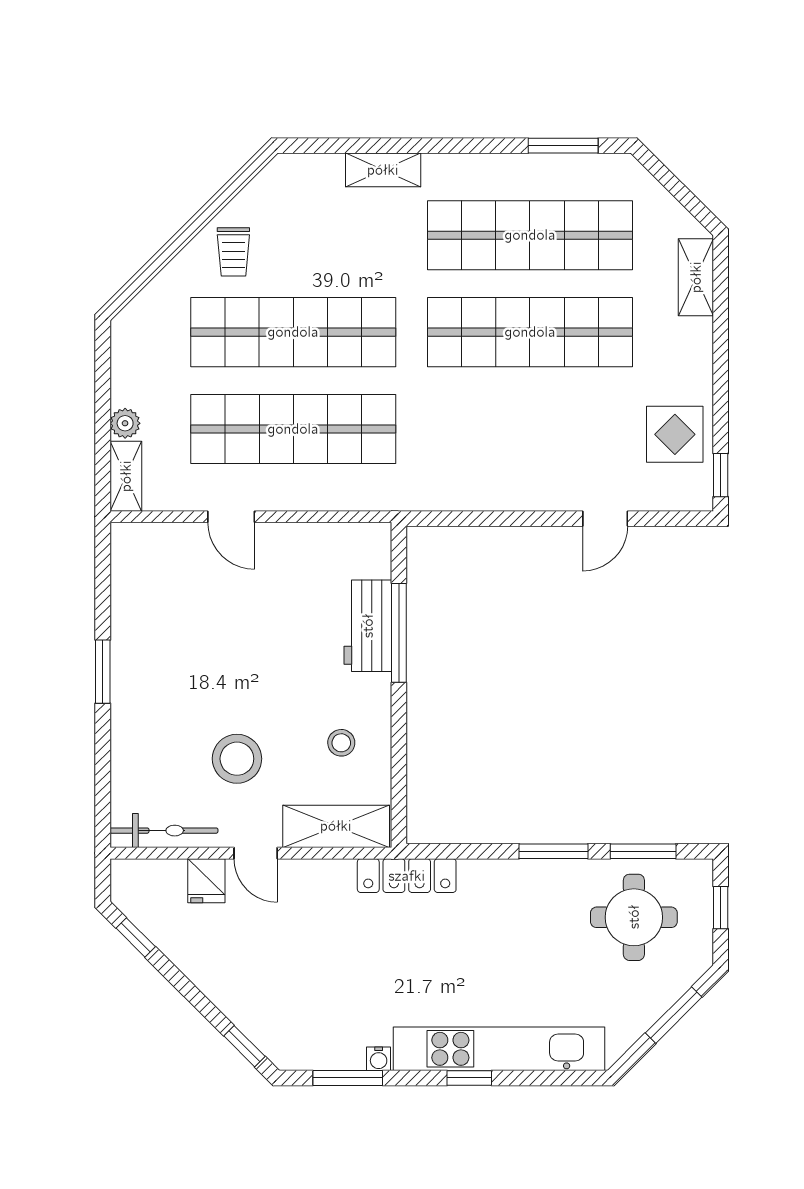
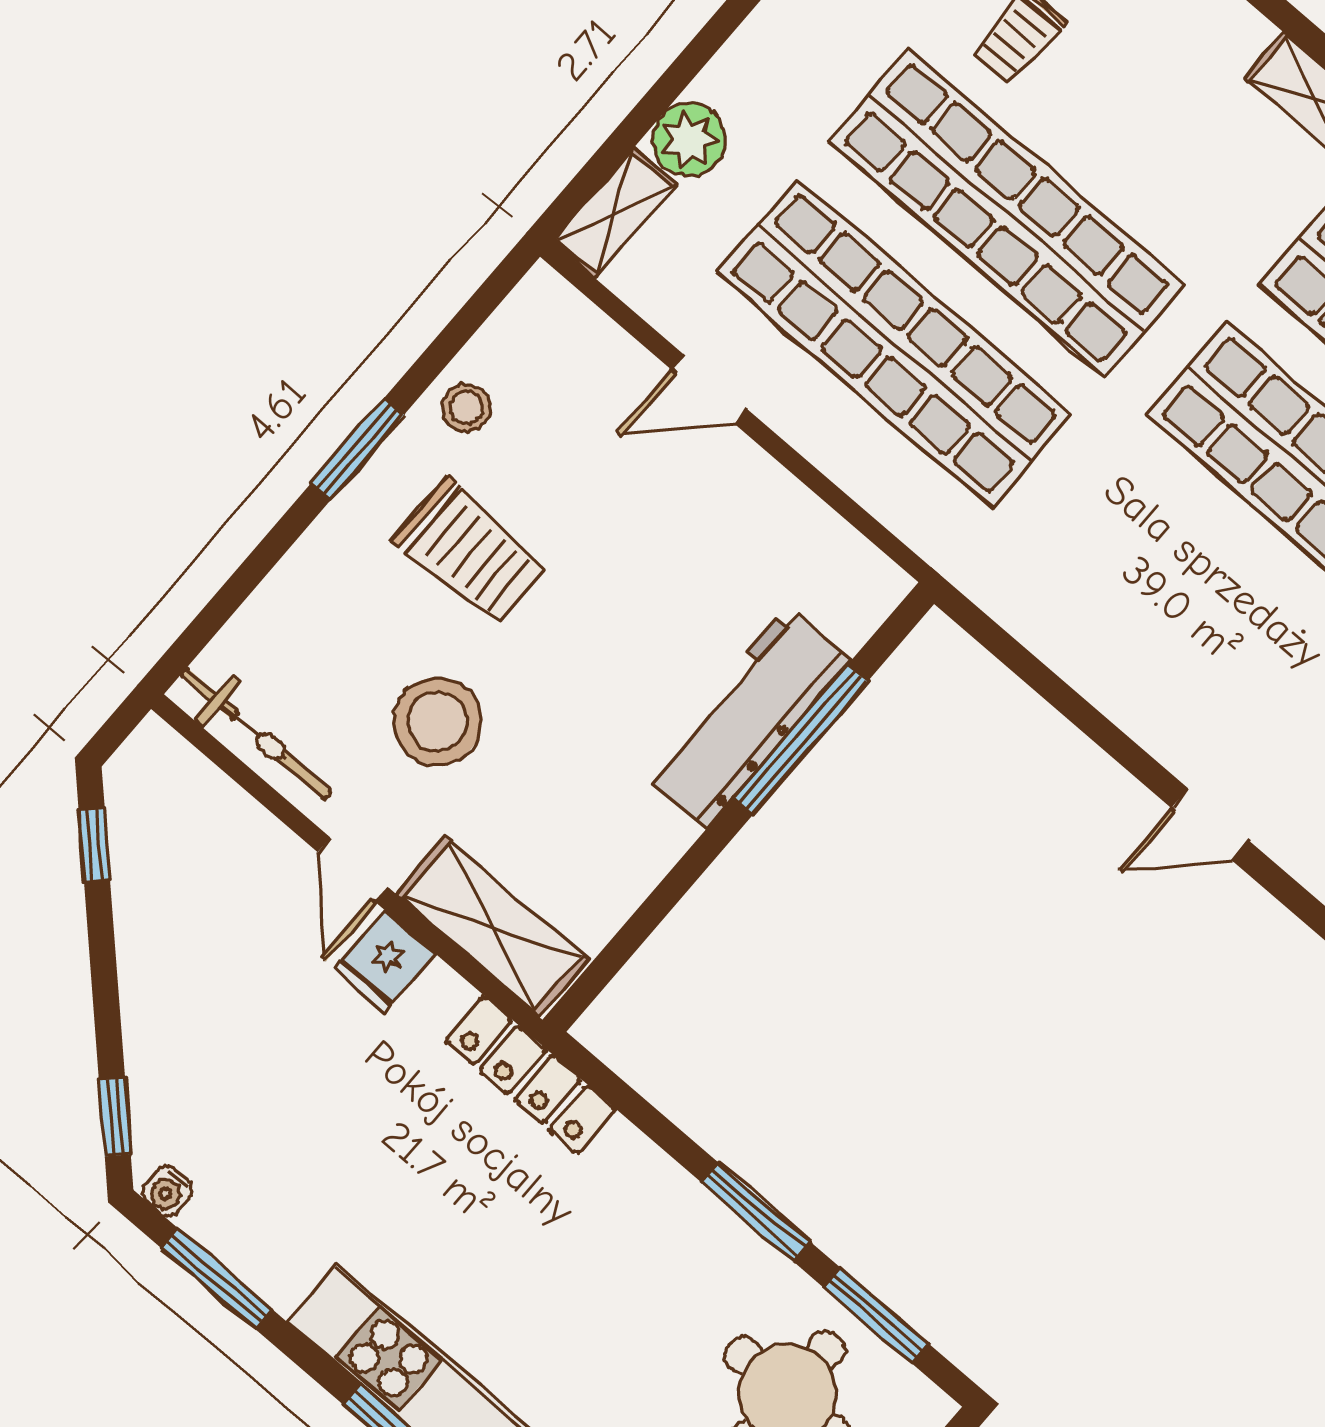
plant: (125, 423) -> (689, 140), width x1.38, depth x1.38
door: (231, 517) -> (709, 389), hinge flipped
workbench: (368, 626) -> (747, 717), width x1.38
trolley: (189, 674) -> (470, 552), added
stool: (341, 743) -> (466, 408), moved
fridge: (206, 881) -> (384, 961), moved
water cooler: (379, 1059) -> (167, 1191), moved

